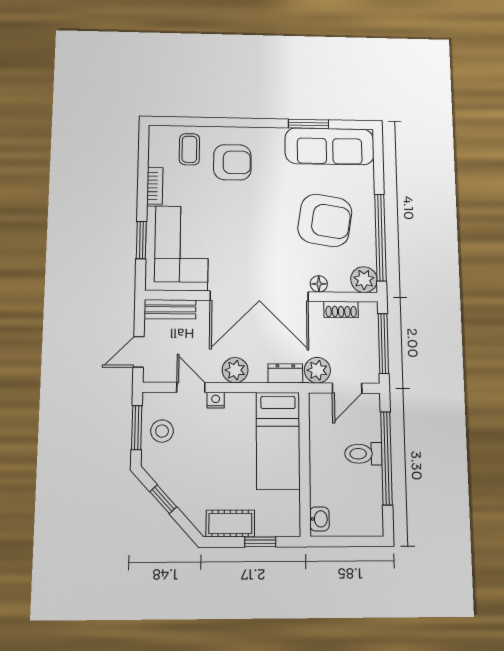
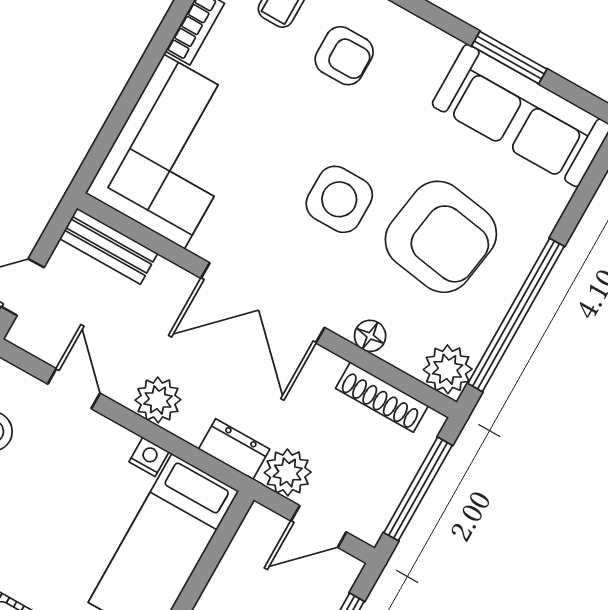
armchair: (232, 162) -> (344, 56), width x0.72, depth x0.72
side table: (268, 229) -> (339, 199), added
window: (141, 240) -> (124, 107), removed
double door: (259, 296) -> (263, 303), width x0.73
shoe rack: (341, 309) -> (382, 397), width x1.43
nightstand: (216, 400) -> (149, 457), moved

